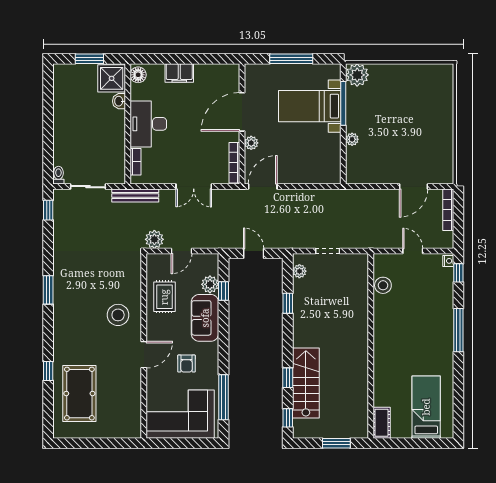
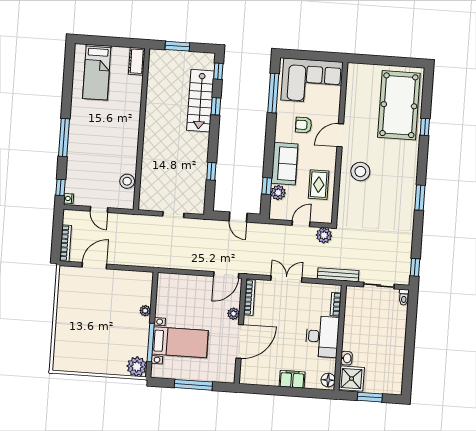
plant: (299, 271) -> (199, 199), removed
armchair: (186, 363) -> (304, 125), turned -90
pool table: (79, 394) -> (399, 105), width x1.36, depth x1.32

